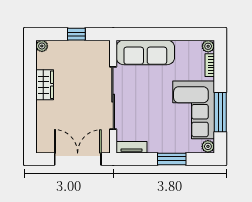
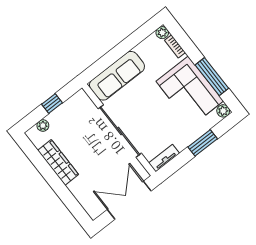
plant: (42, 46) -> (43, 126), moved
wardrobe: (45, 85) -> (58, 162), width x1.50

